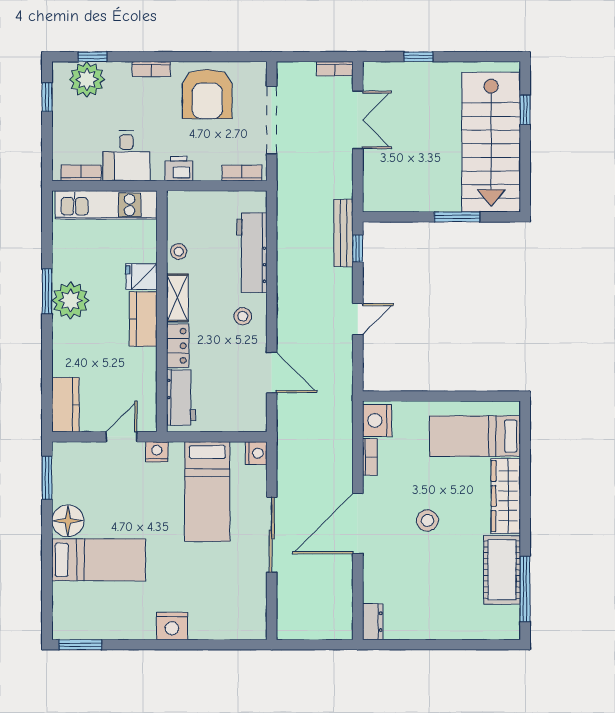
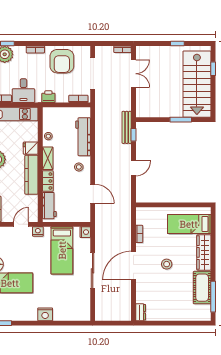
window: (418, 57) -> (177, 43), moved
kitchen counter: (143, 319) -> (31, 175), width x1.50
nightstand: (377, 420) -> (143, 217), removed

